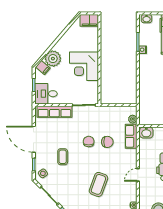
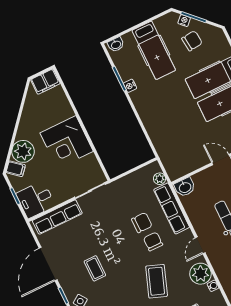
row of seats: (131, 136) -> (172, 208), width x1.48
door: (34, 139) -> (48, 264), hinge flipped
chair: (89, 141) -> (153, 241), moved
plant: (129, 193) -> (201, 274), added

